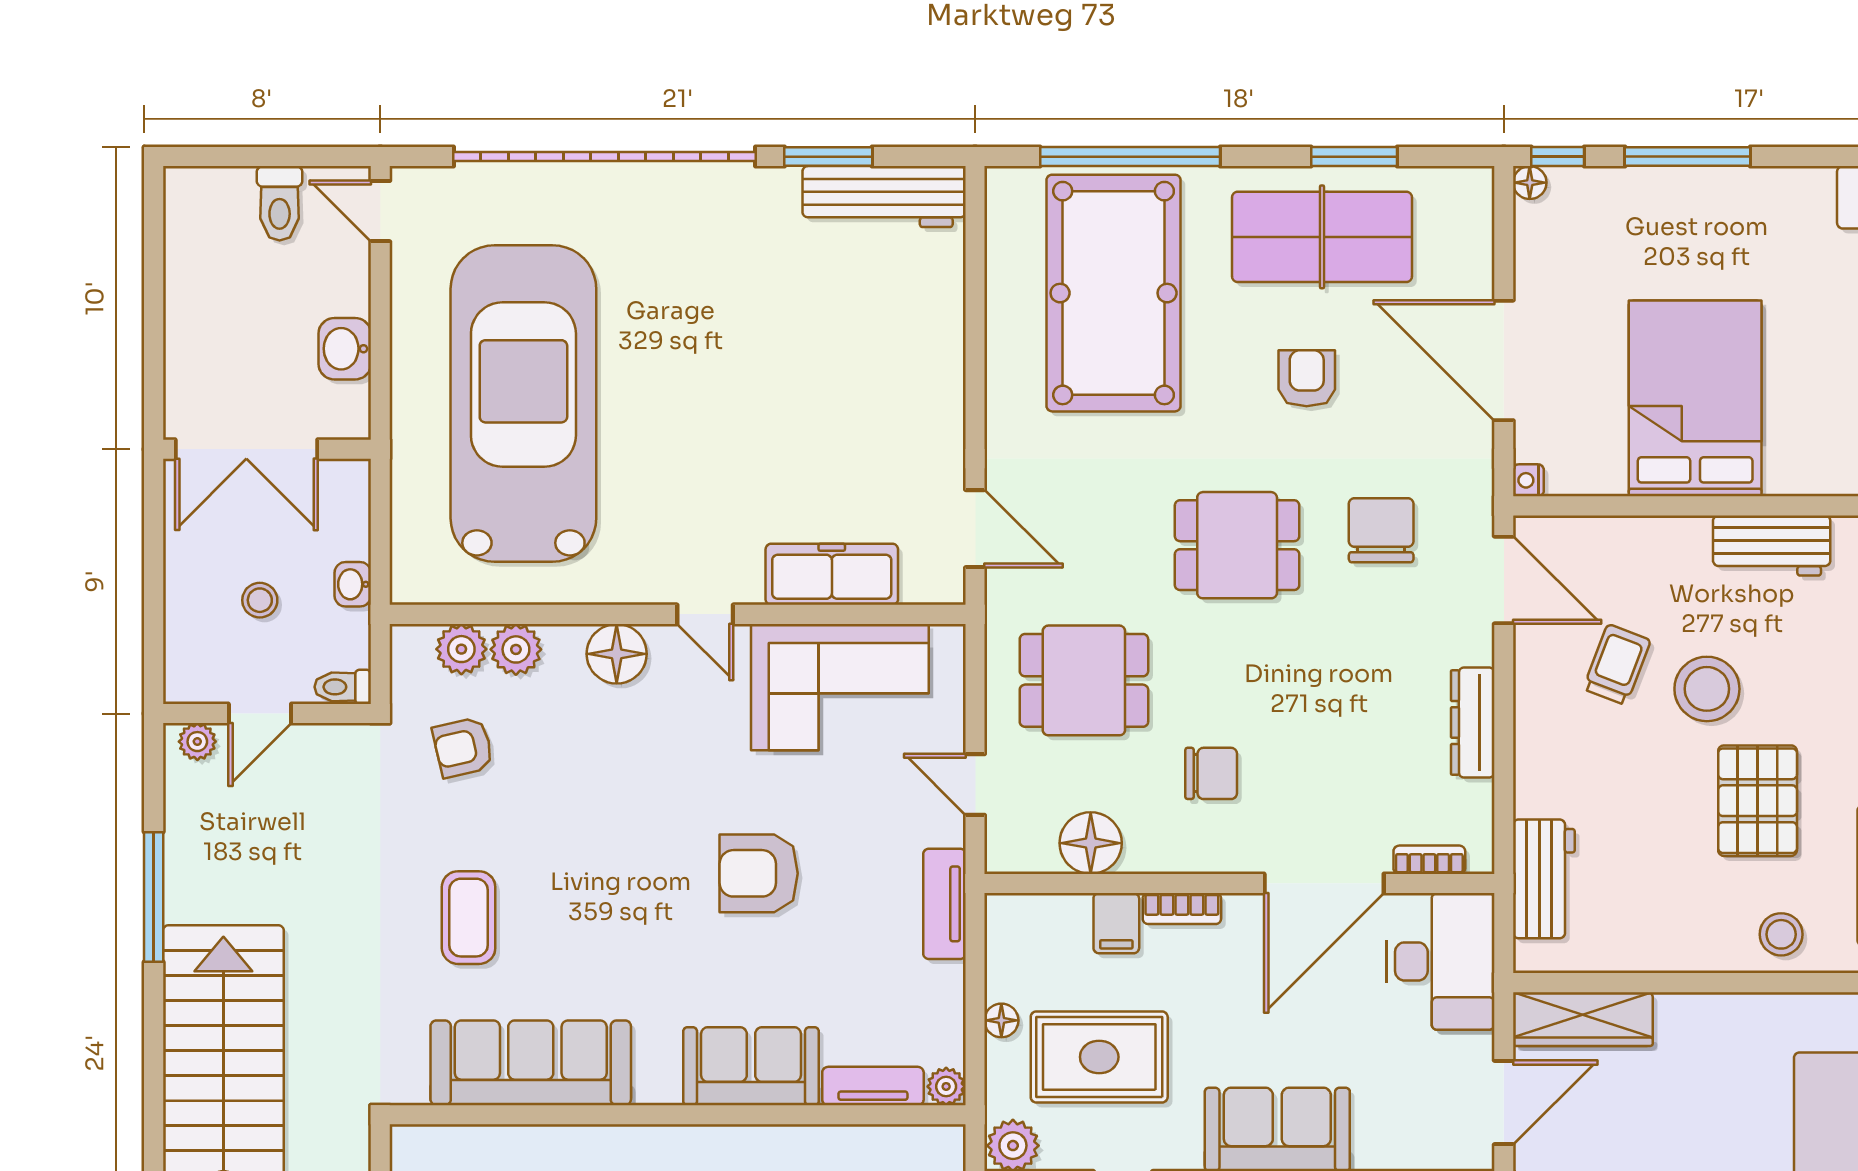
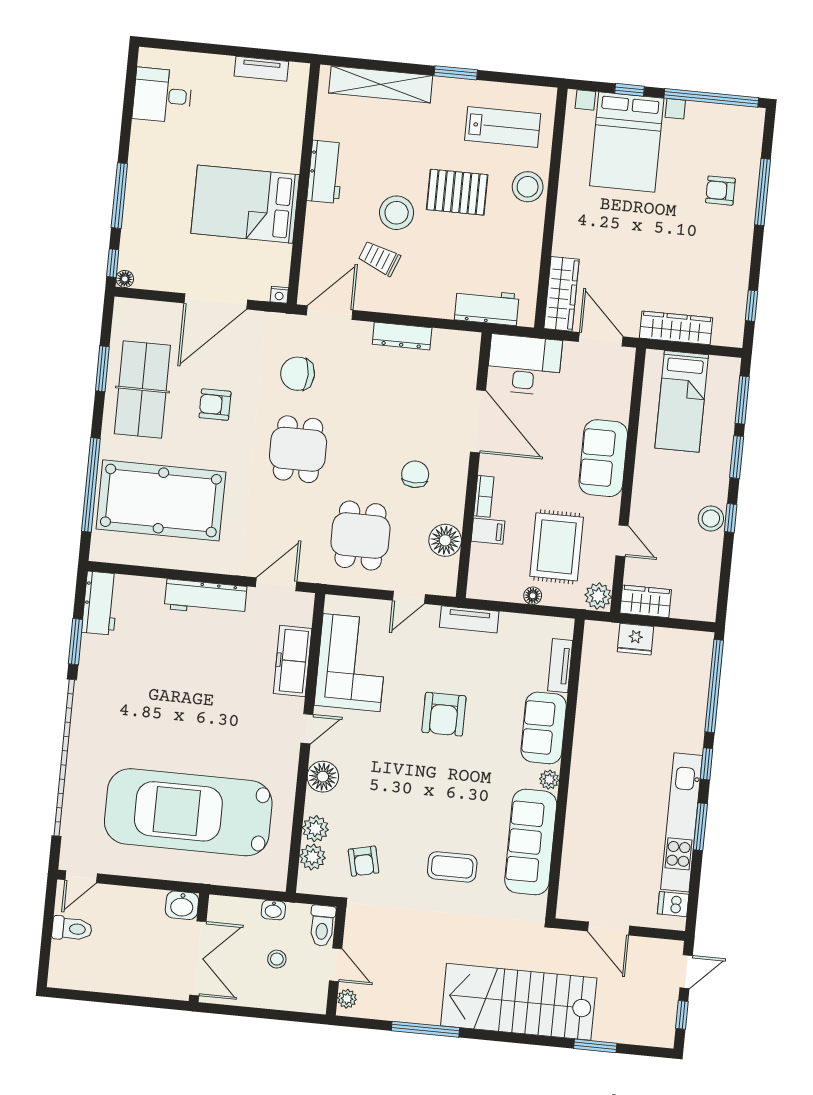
workbench: (884, 197) -> (100, 603), width x0.73
washbasin: (345, 349) -> (182, 905), moved
workbench: (937, 396) -> (206, 598), added
toilet: (343, 687) -> (322, 926), width x1.37, depth x1.39
bookcase: (1429, 860) -> (471, 365), removed
stool: (1781, 934) -> (528, 187), width x1.38, depth x1.38
plant: (946, 1086) -> (549, 780), moved

